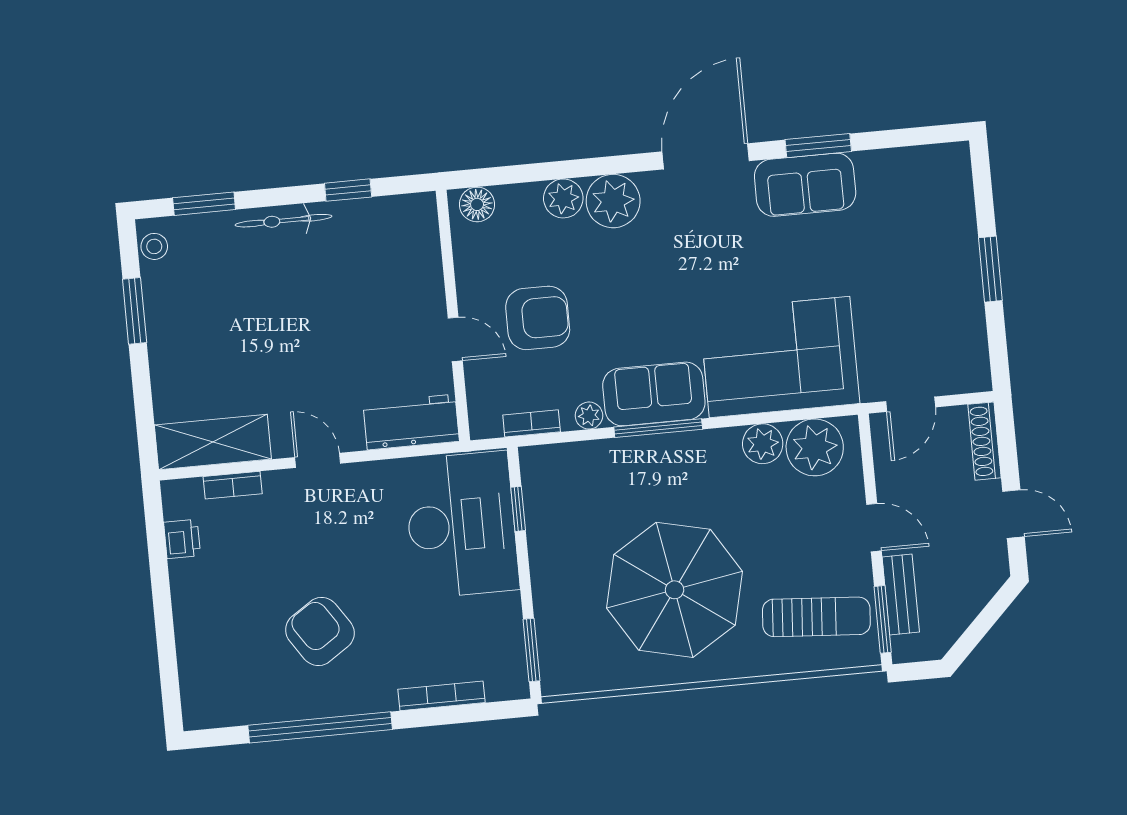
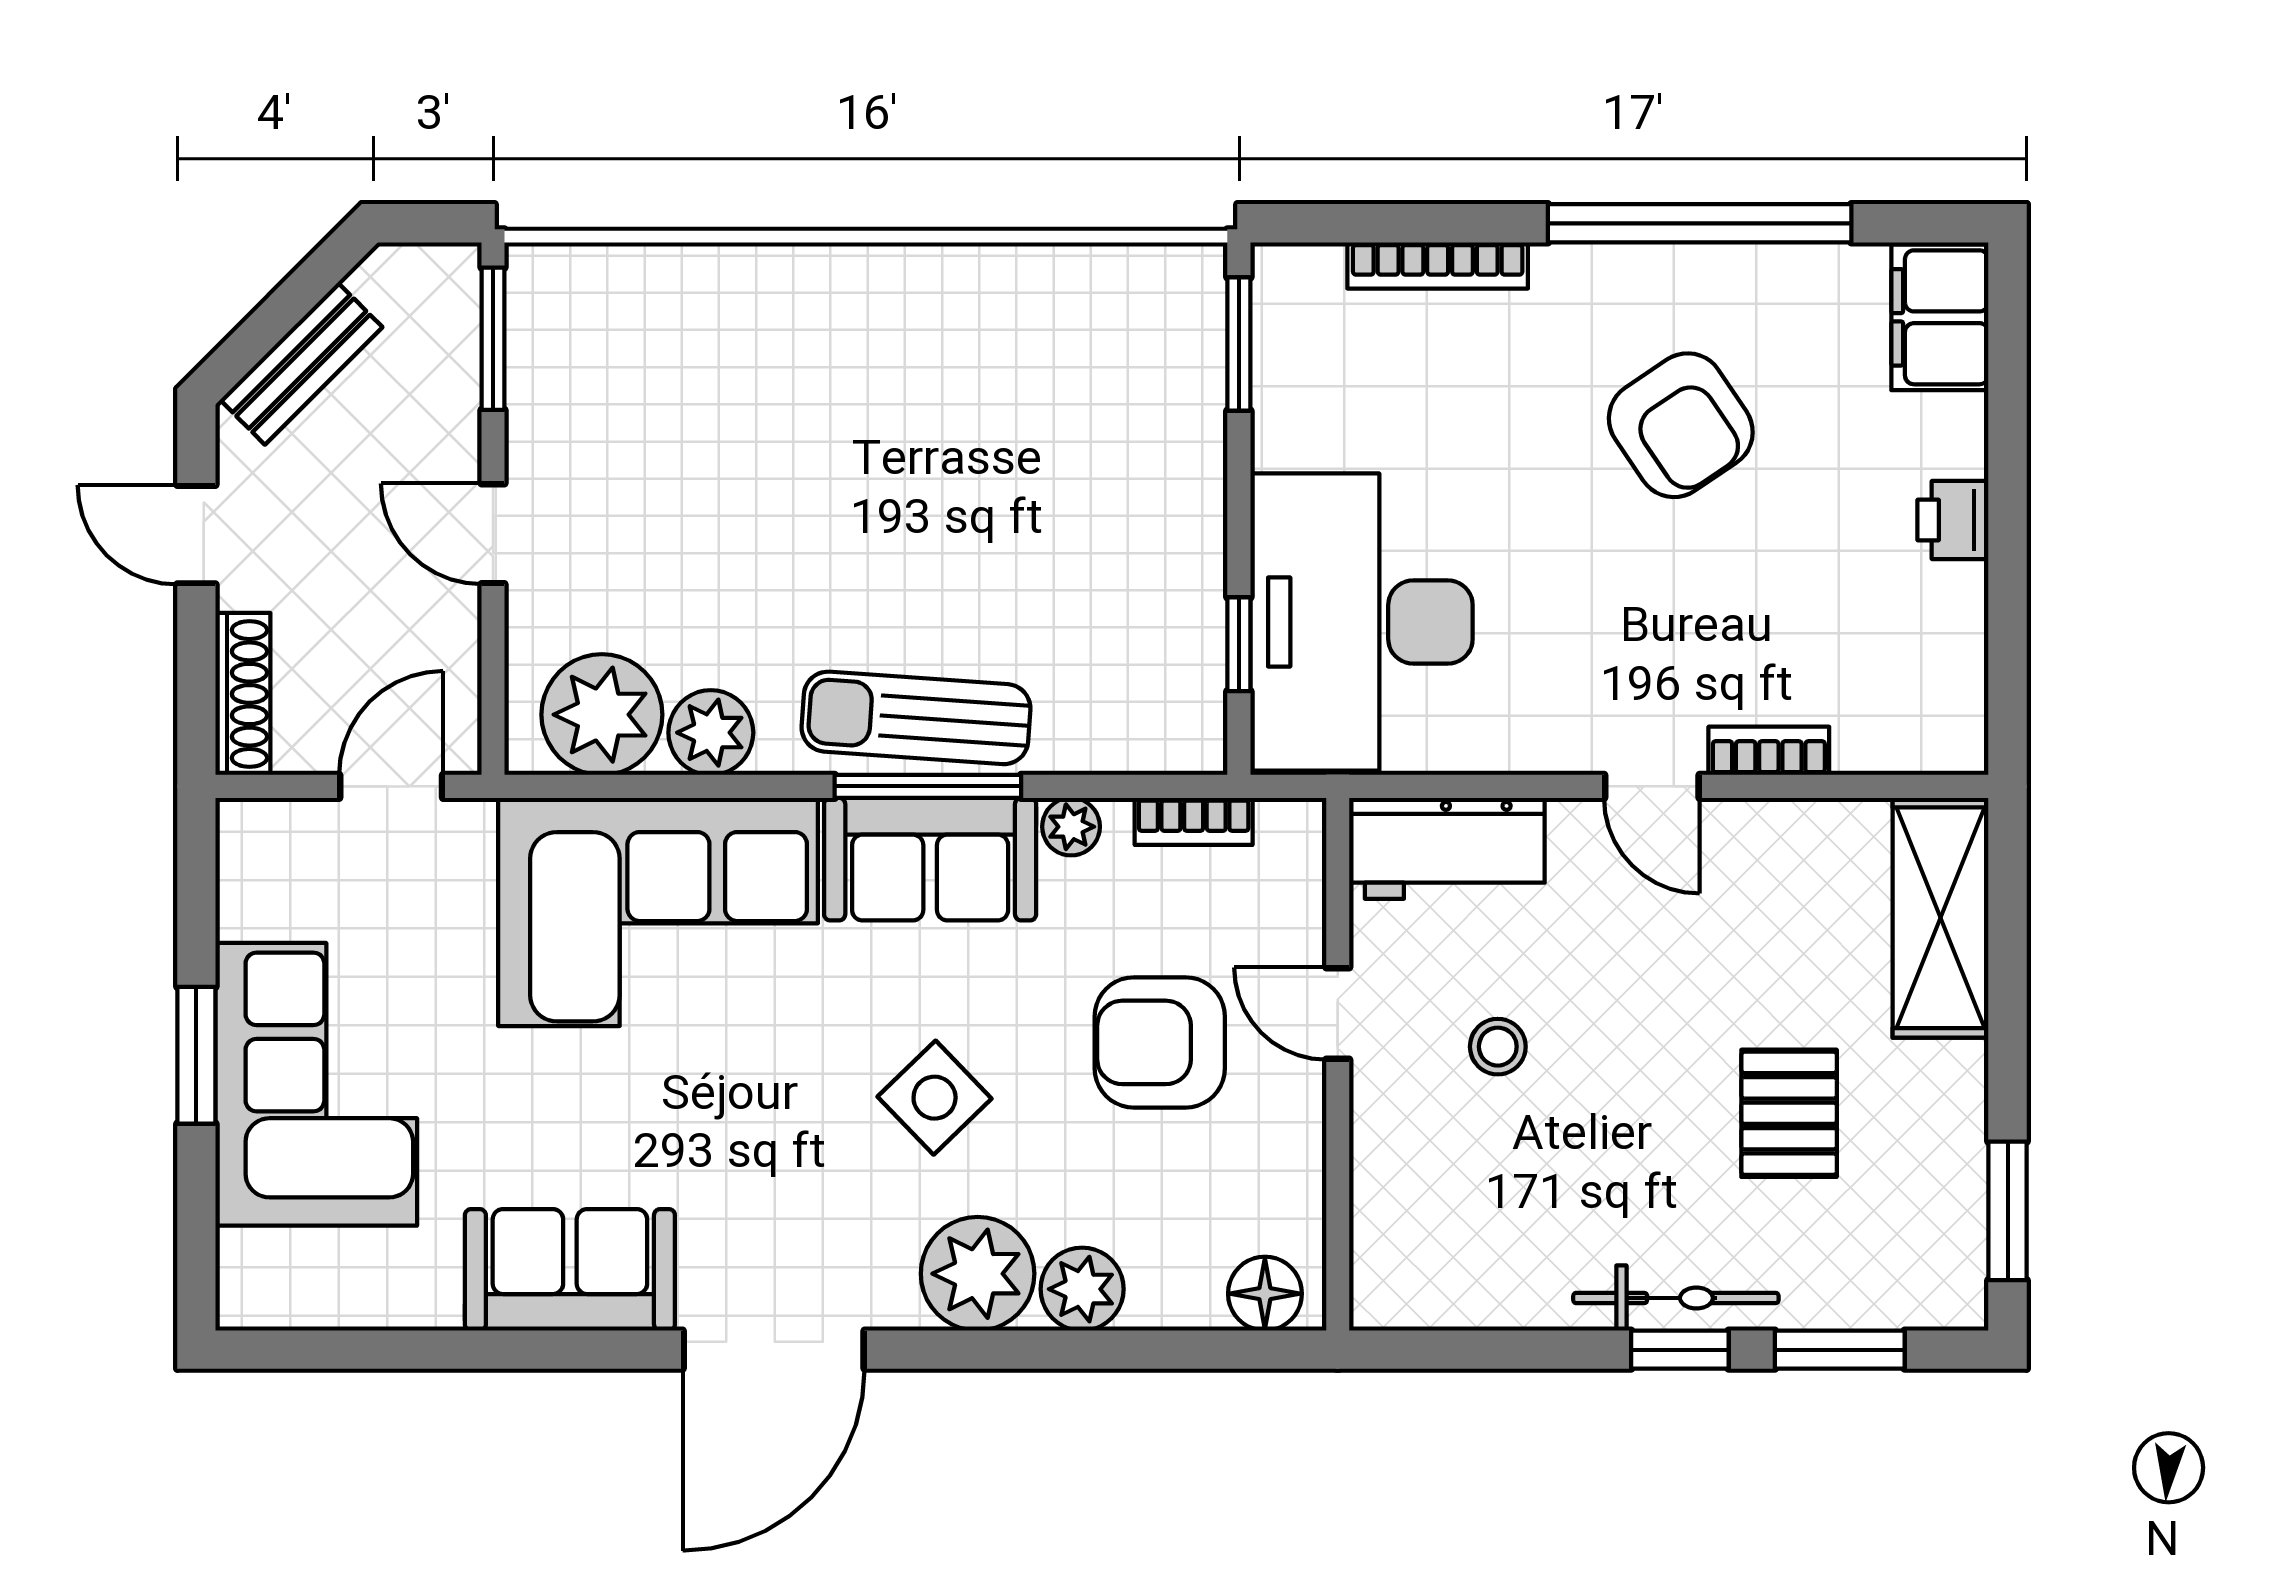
window: (818, 146) -> (534, 1350), removed
window: (348, 190) -> (1680, 1350), moved
stool: (154, 246) -> (1498, 1047), moved
corner sofa: (933, 261) -> (316, 1084), added
side table: (641, 282) -> (935, 1098), added
window: (135, 311) -> (2008, 1211), moved
pallet: (238, 313) -> (1789, 1113), added
shelving: (213, 442) -> (1941, 918), moved, turned 90
bookcase: (233, 485) -> (1769, 751), moved
printer: (182, 539) -> (1953, 520), moved
parasol: (675, 590) -> (926, 442), removed
bench: (901, 594) -> (301, 364), moved, turned 45
sun lounger: (816, 617) -> (916, 718), moved
filing cabinet: (203, 694) -> (1940, 317), added

